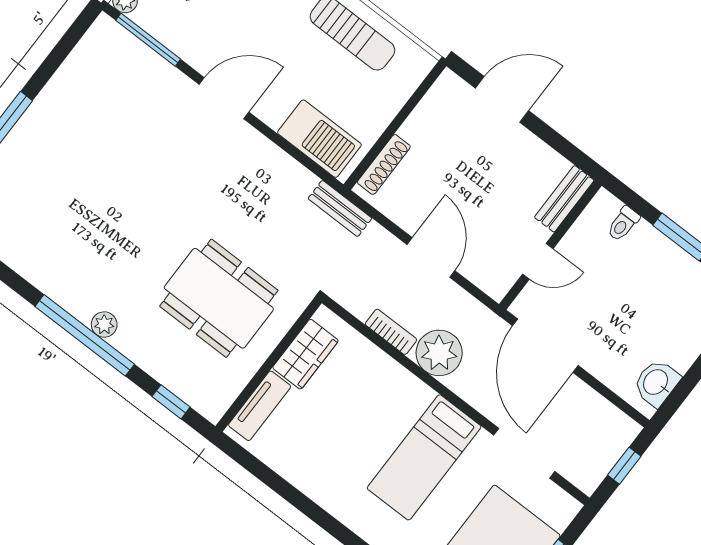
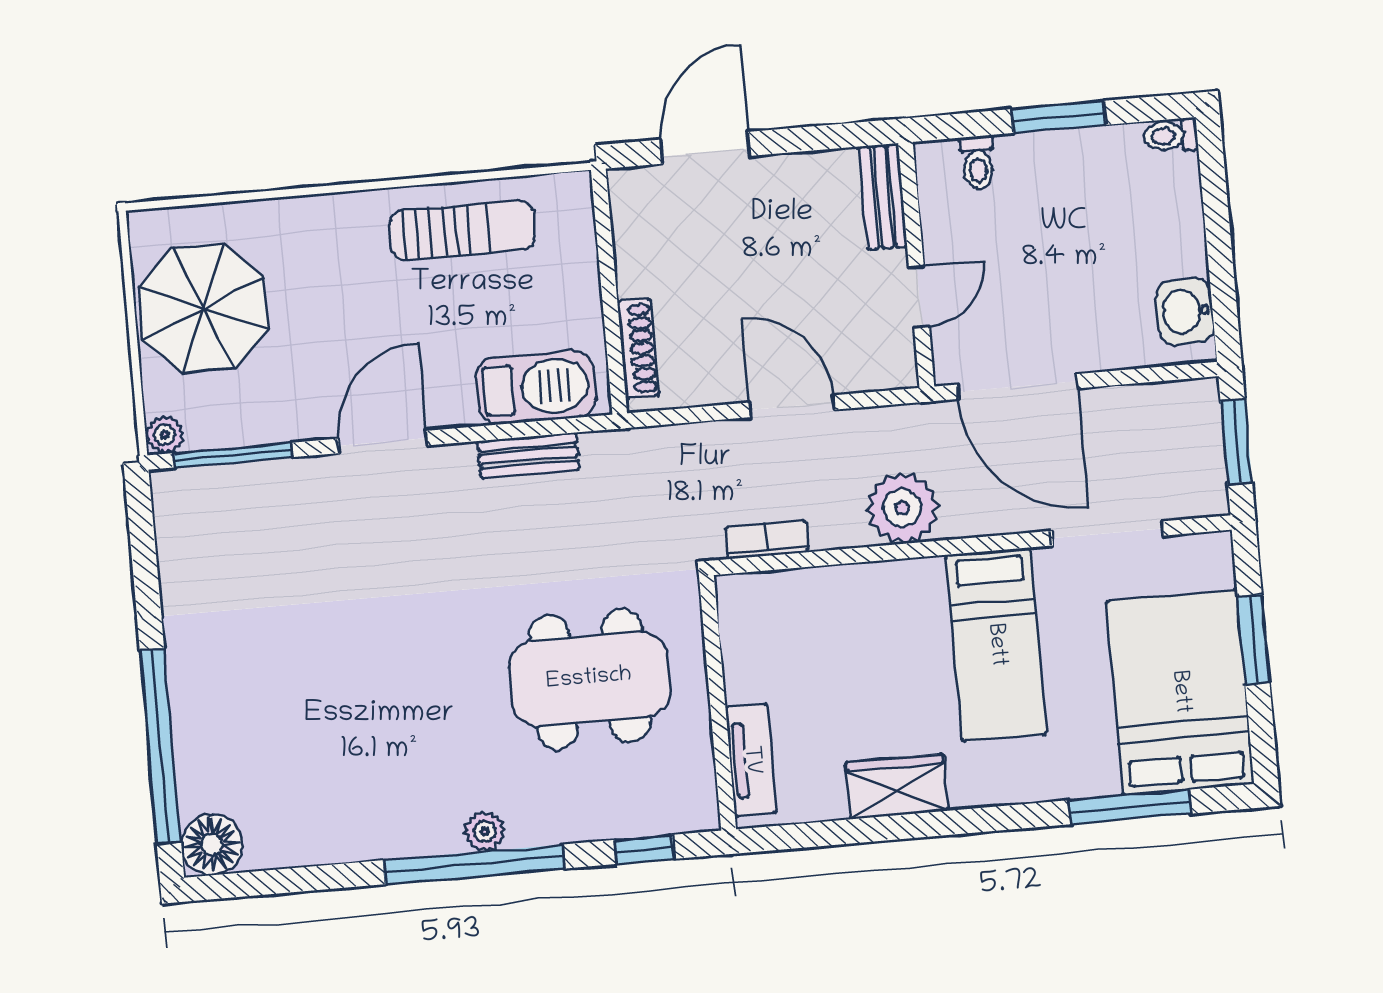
bench: (340, 208) -> (528, 455), moved
bookcase: (391, 332) -> (767, 540), moved
wardrobe: (305, 354) -> (896, 787), moved, turned -90
window: (624, 466) -> (1236, 441), width x1.50

